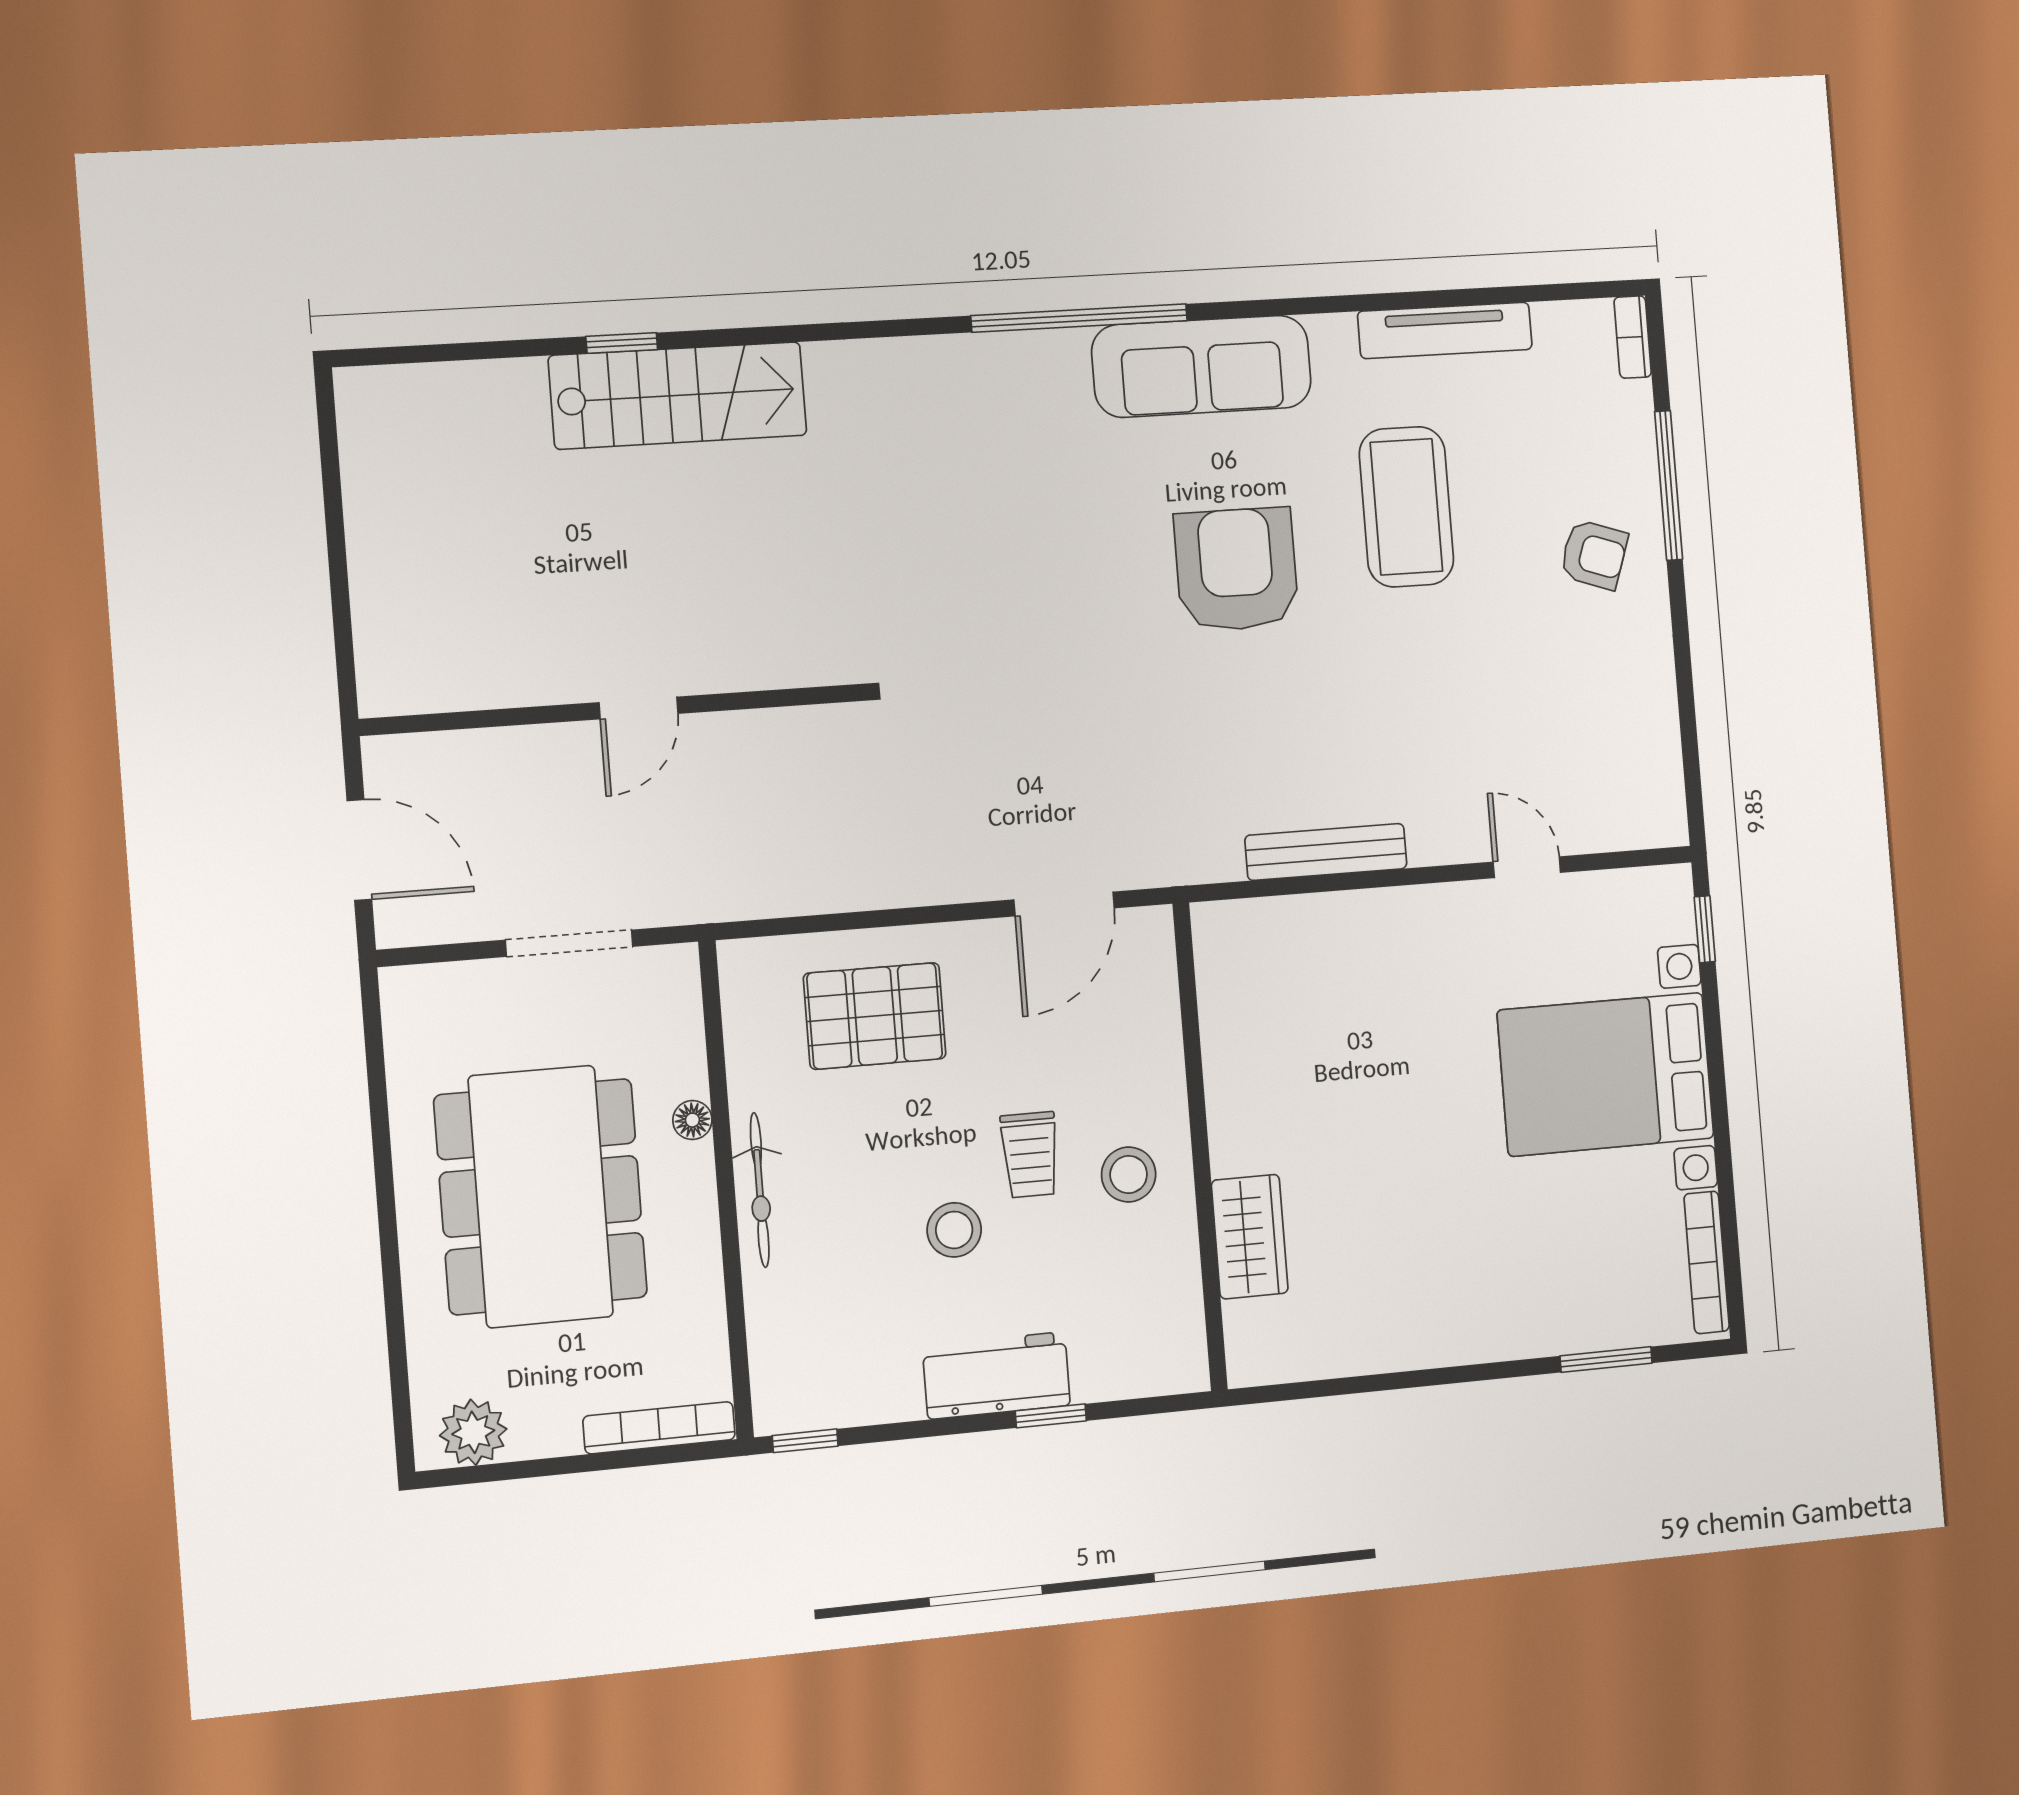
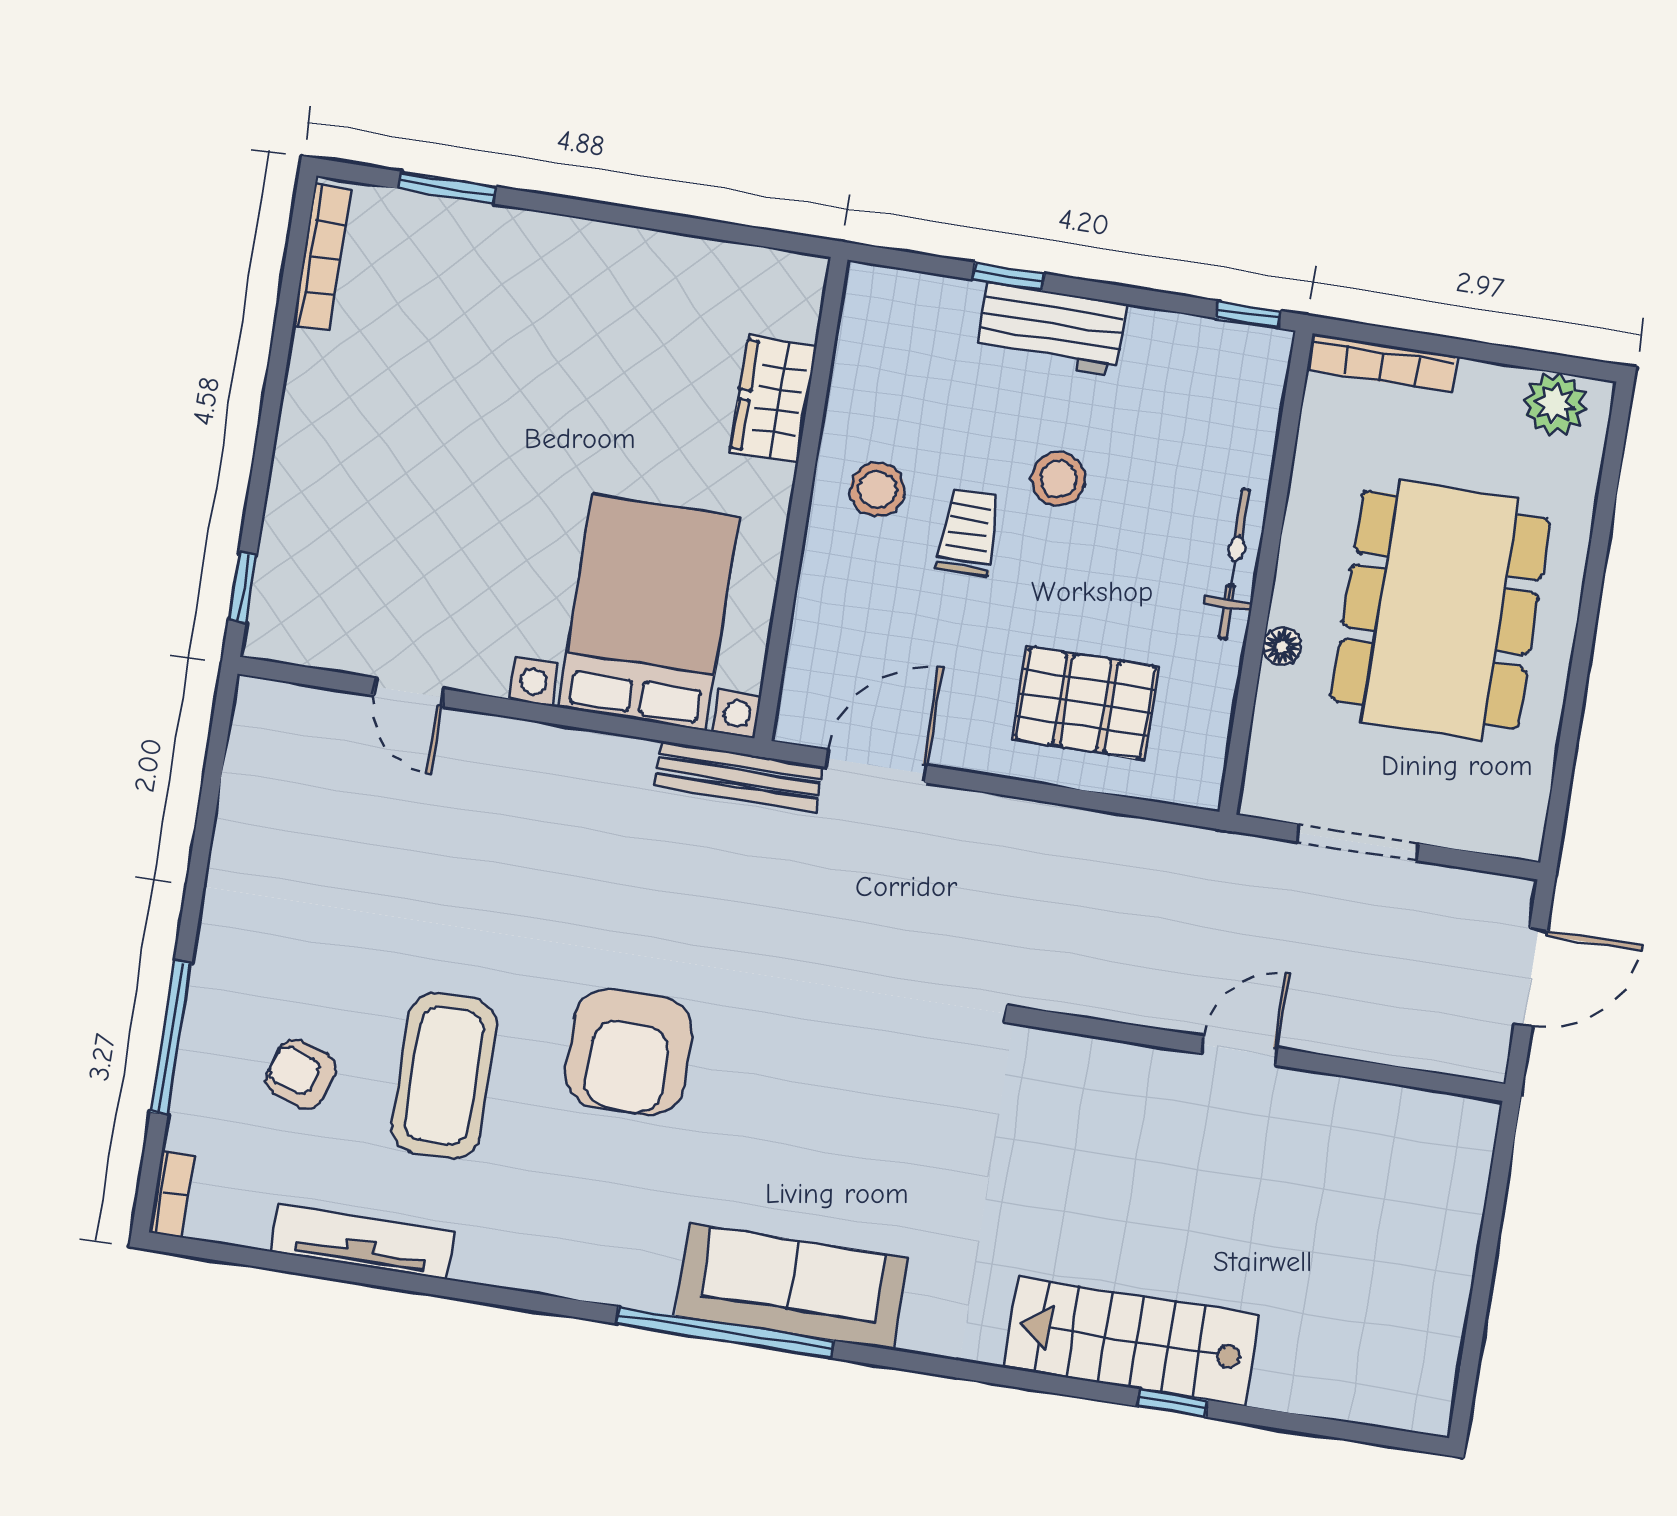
sofa: (1202, 366) -> (791, 1287), moved
armchair: (1594, 555) -> (301, 1074), moved
door: (359, 850) -> (1531, 977), swing flipped
bench: (1326, 852) -> (738, 776), moved
bed with nightstands: (1606, 1074) -> (649, 612), moved, turned -90

